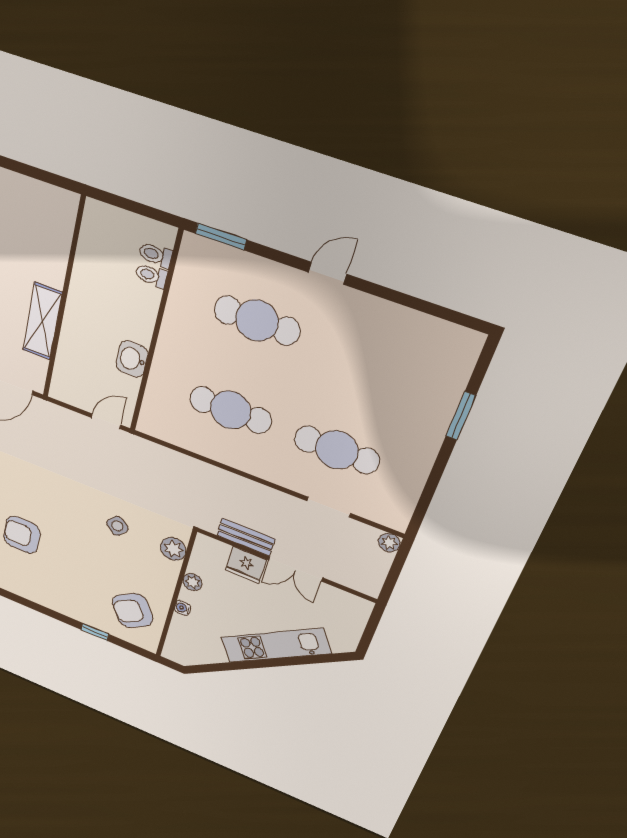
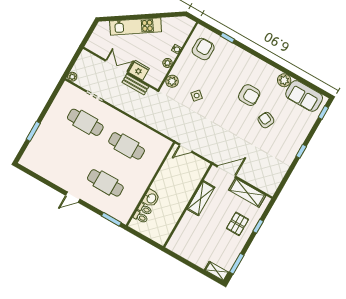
washbasin: (132, 359) -> (151, 198), moved
armchair: (133, 611) -> (203, 49), turned -58

